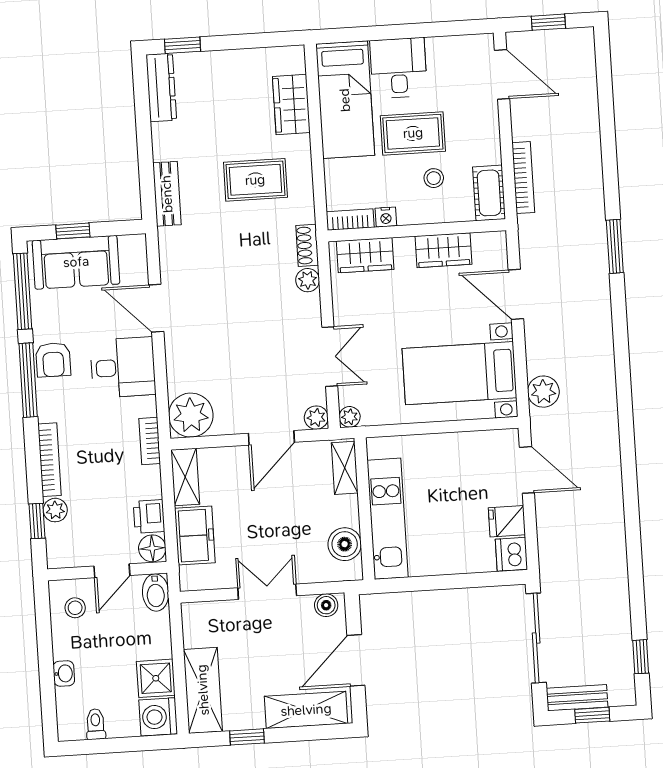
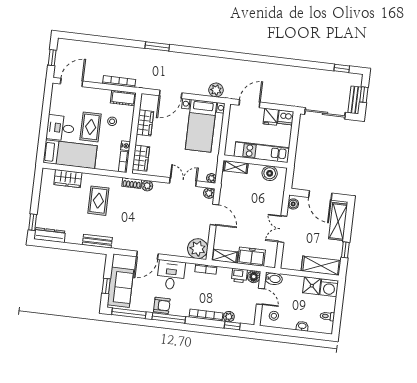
shelving: (345, 468) -> (236, 167), moved
wall: (365, 509) -> (256, 162), moved
kitchen unit: (388, 519) -> (262, 152), moved
boiler: (345, 544) -> (270, 173), moved

